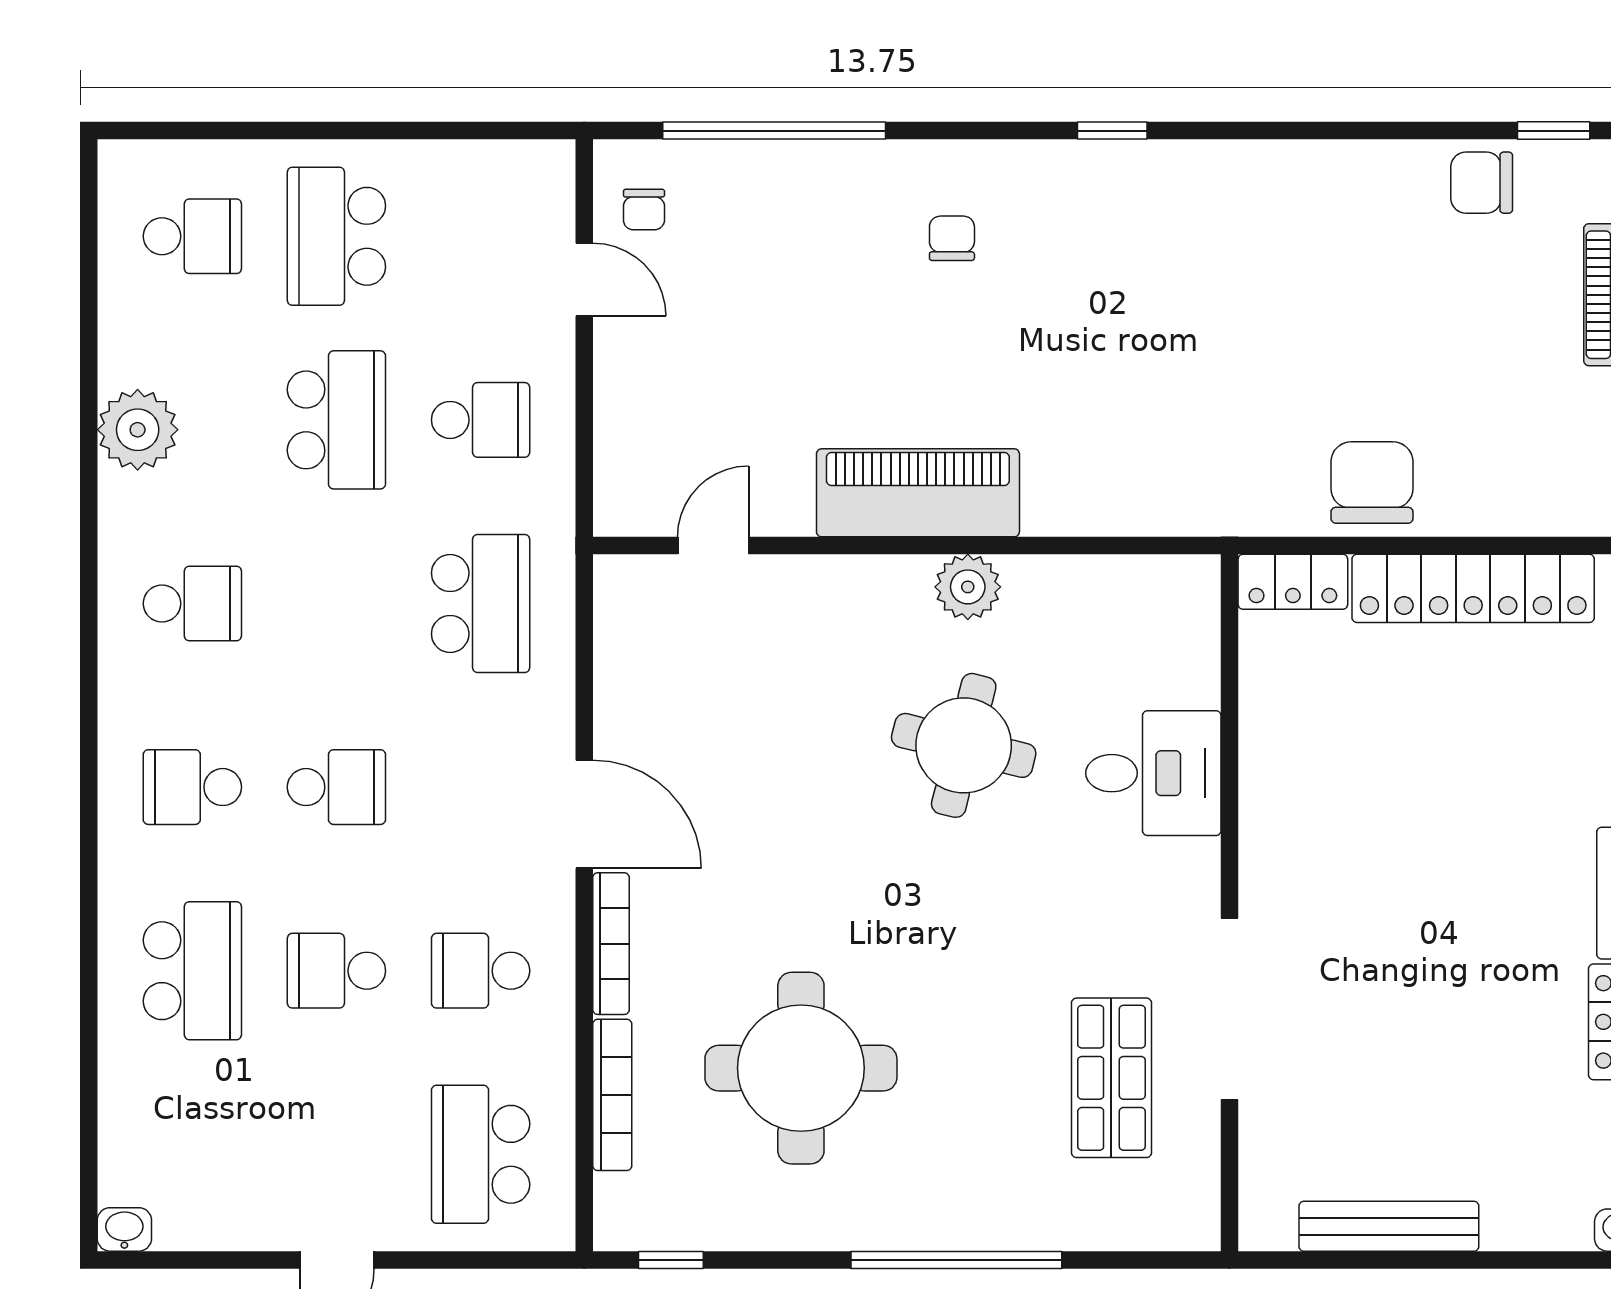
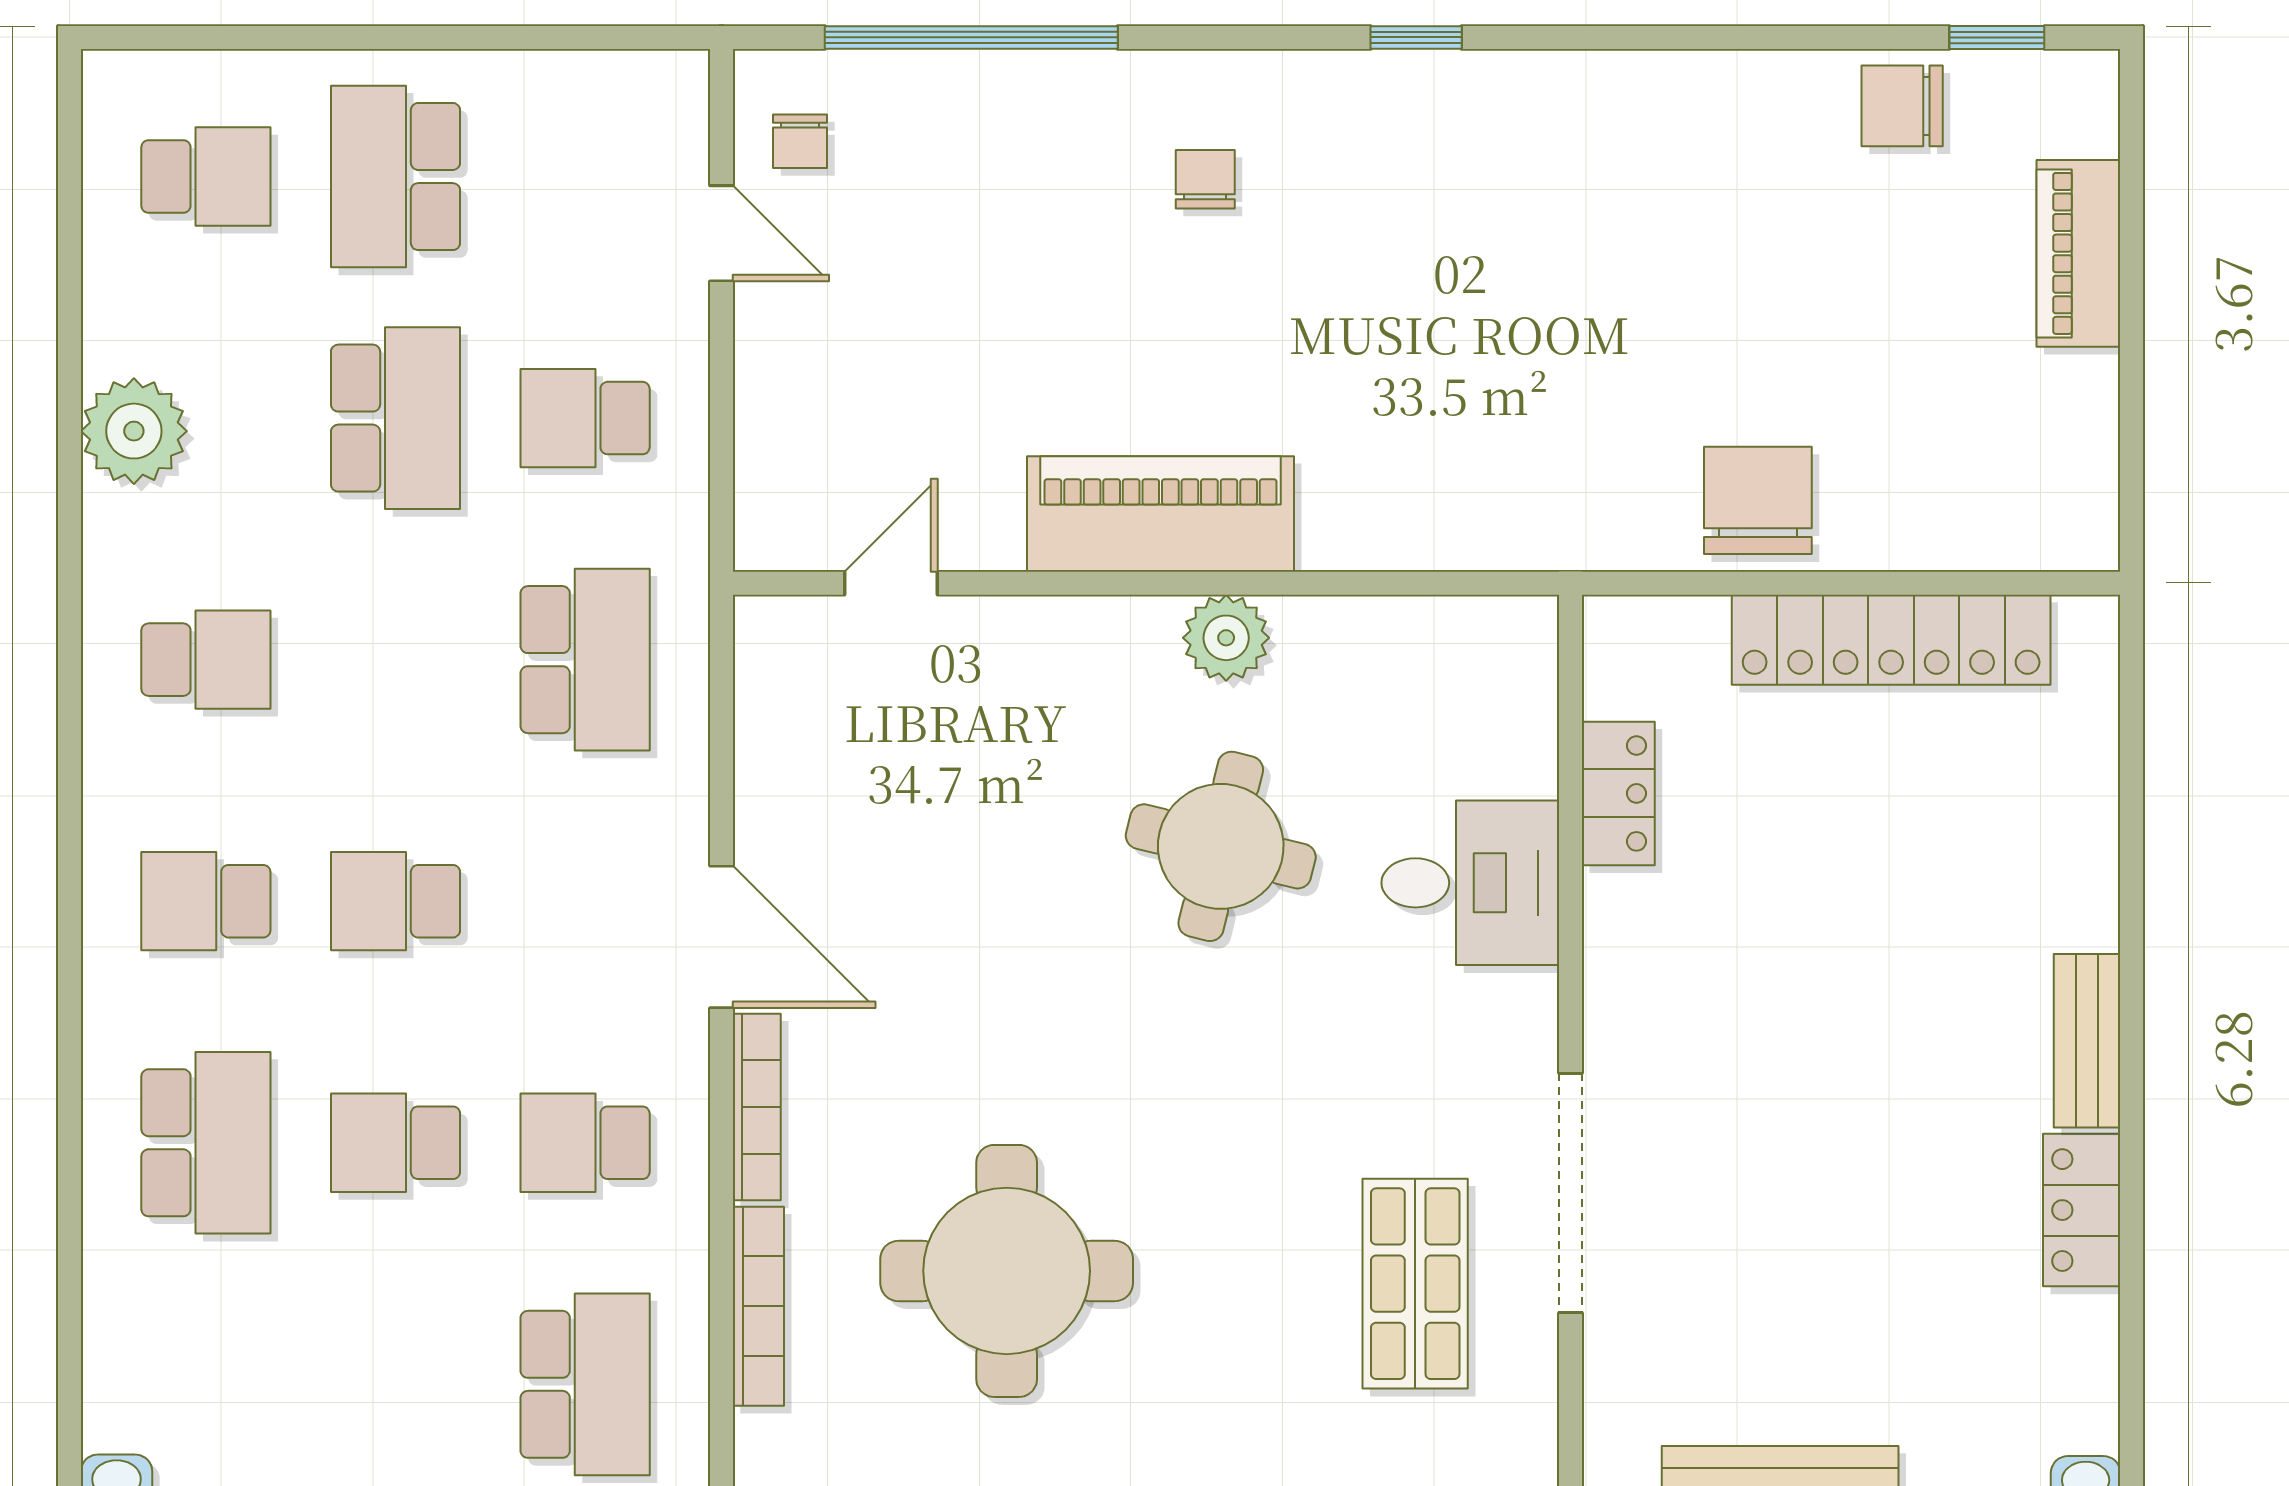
school desk: (481, 420) -> (585, 418), turned 180
locker: (1293, 582) -> (1618, 793), moved, turned -90
school desk: (336, 787) -> (395, 901), turned 180
school desk: (481, 1154) -> (585, 1384), turned 180

